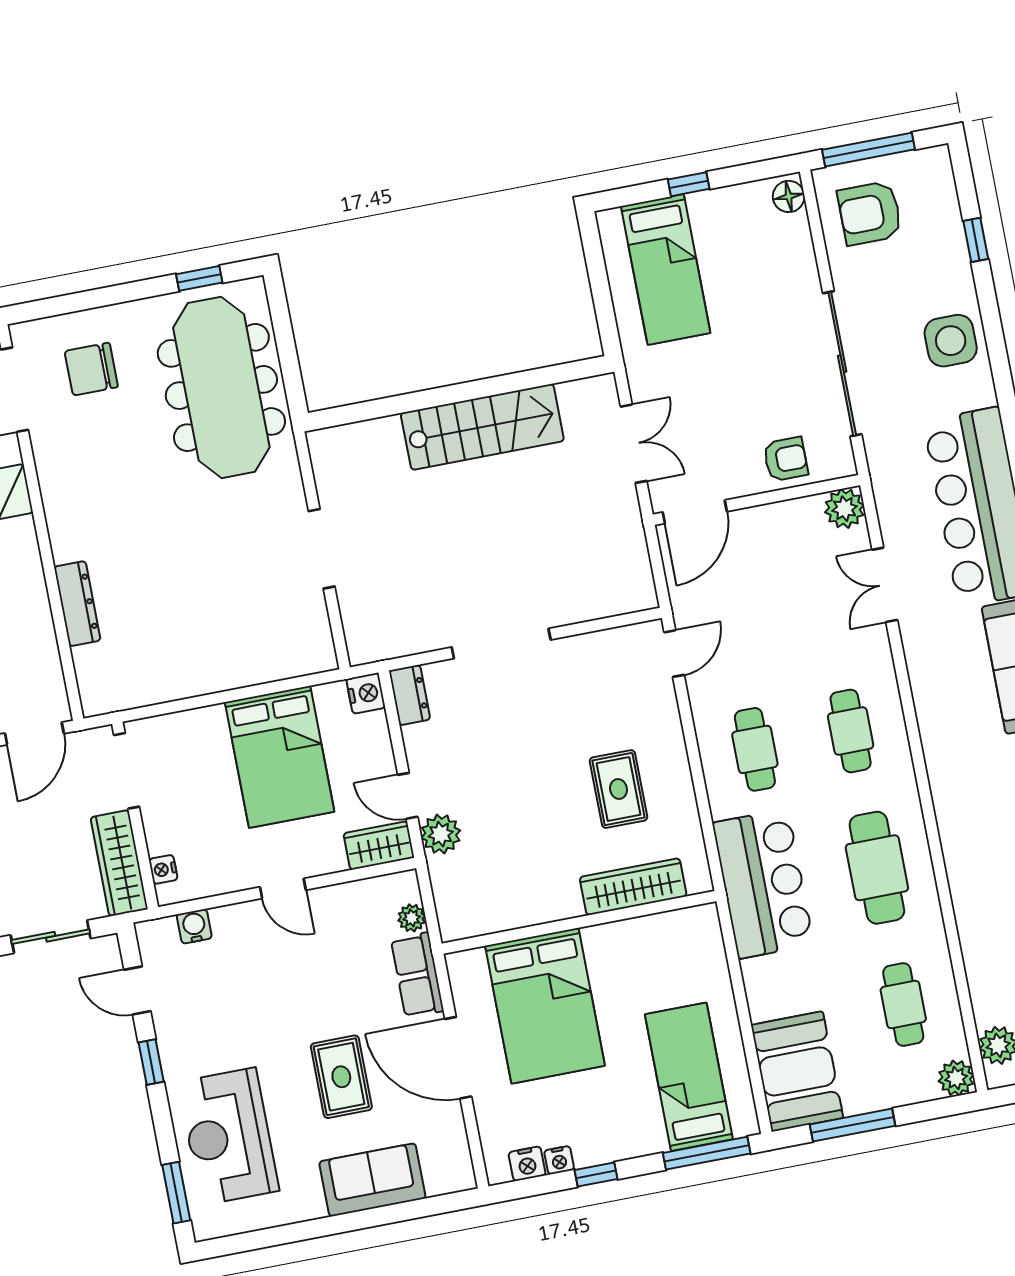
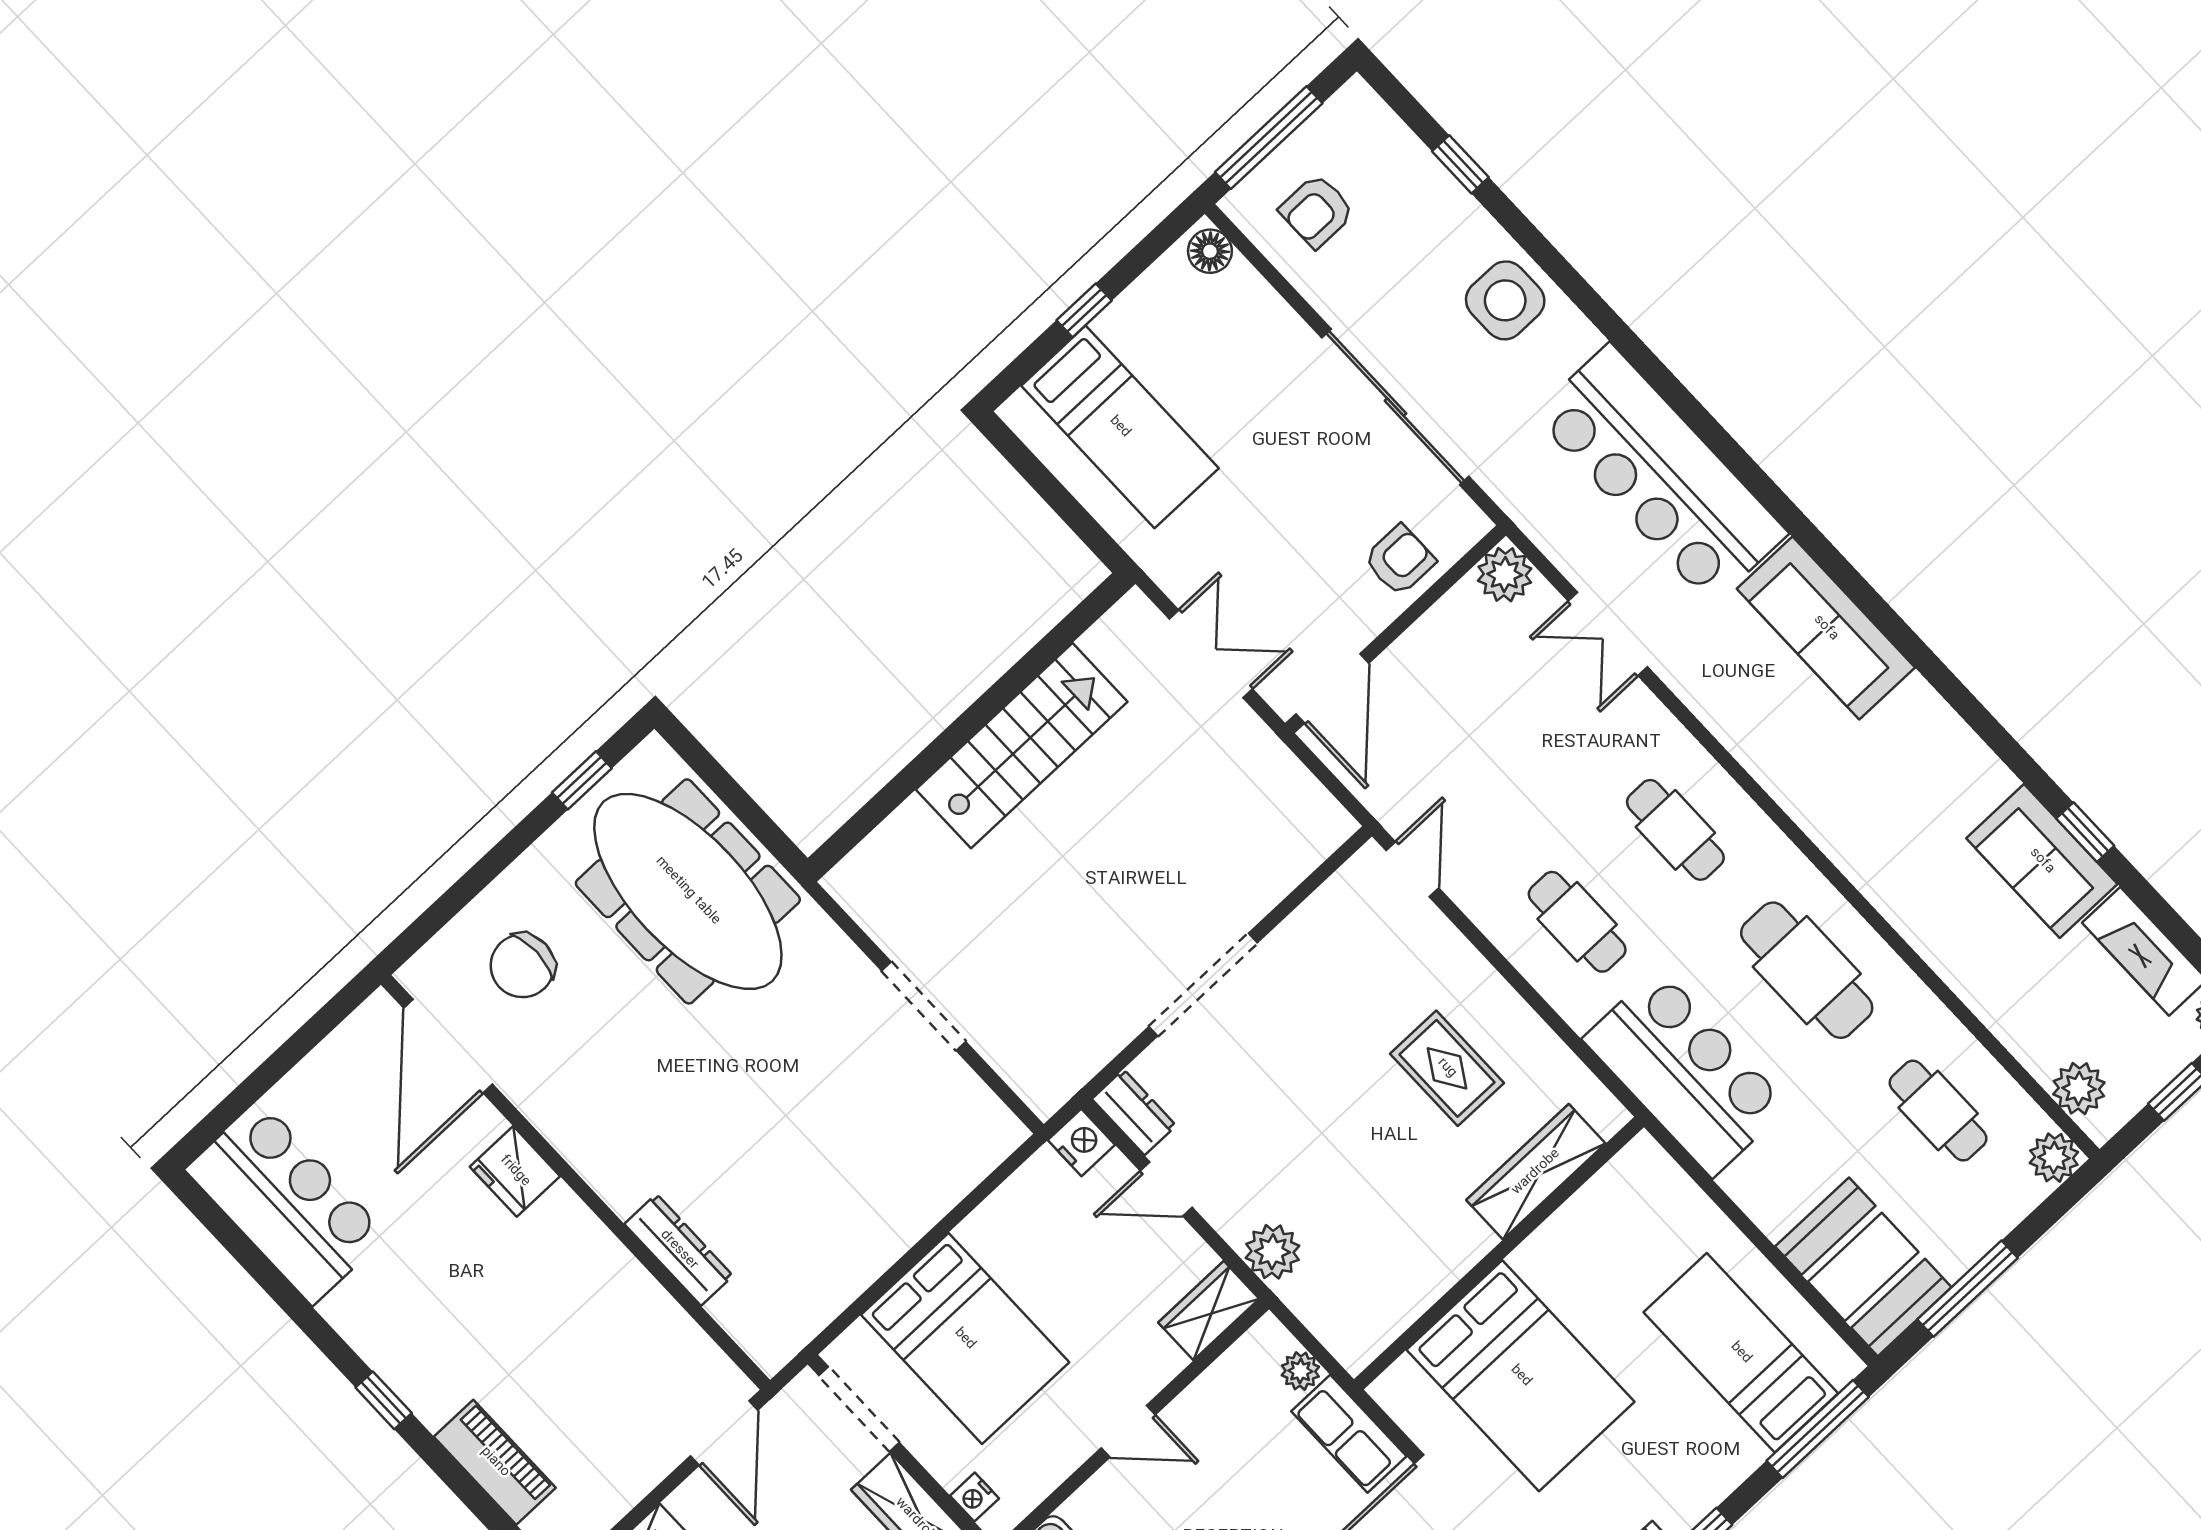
armchair: (870, 213) -> (1317, 211), width x0.72, depth x0.72
bed: (280, 757) -> (965, 1339), moved
door: (408, 796) -> (1166, 1189), moved

